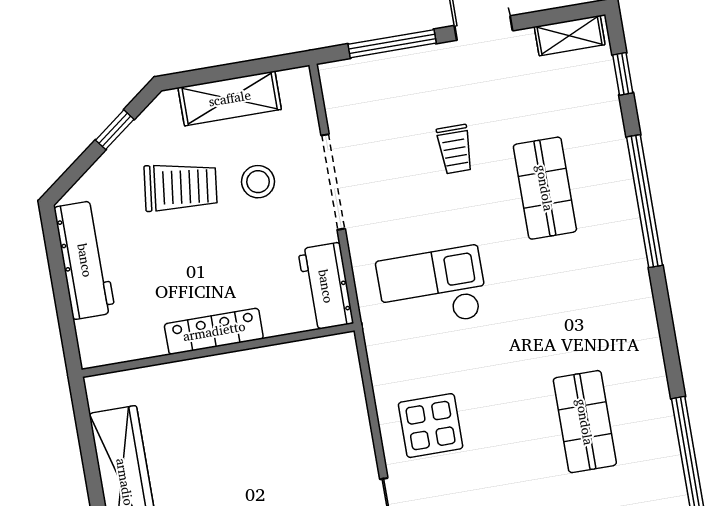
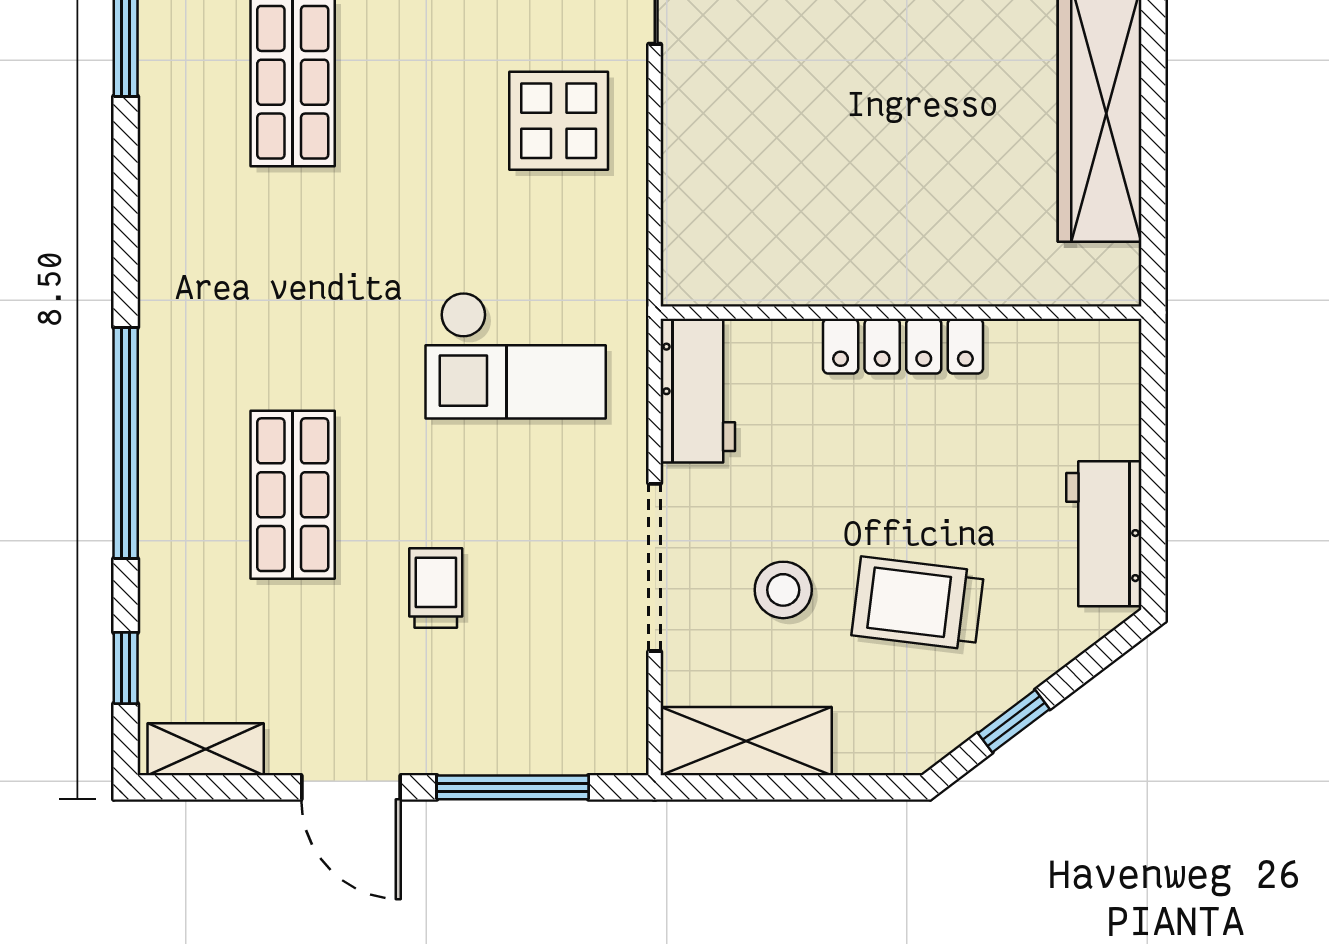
shelving: (230, 98) -> (746, 741), moved
workbench: (85, 260) -> (1104, 534), width x0.73

